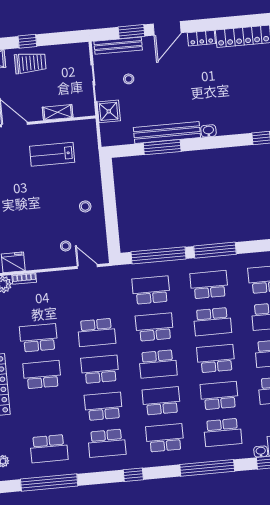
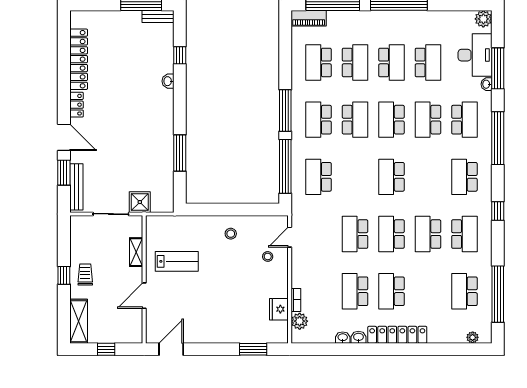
trolley: (30, 63) -> (85, 274), width x0.73, depth x0.72
stool: (129, 79) -> (110, 180), removed
washbasin: (208, 131) -> (168, 81), moved
bench: (167, 132) -> (166, 147), removed
lab bench: (52, 154) -> (177, 261), turned -90
school desk: (154, 327) -> (355, 177), removed
school desk: (97, 332) -> (355, 234), turned 180
school desk: (158, 364) -> (391, 177), turned 180
school desk: (161, 401) -> (428, 177), removed
school desk: (49, 449) -> (464, 291), turned 180

